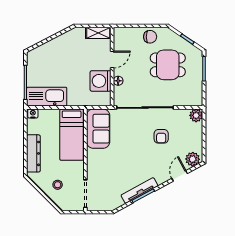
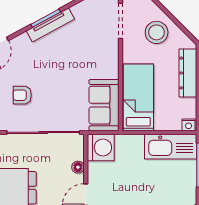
washing machine: (101, 81) -> (101, 148), moved
armchair: (161, 136) -> (22, 95), turned -90
stool: (58, 185) -> (157, 32), width x1.89, depth x1.89

